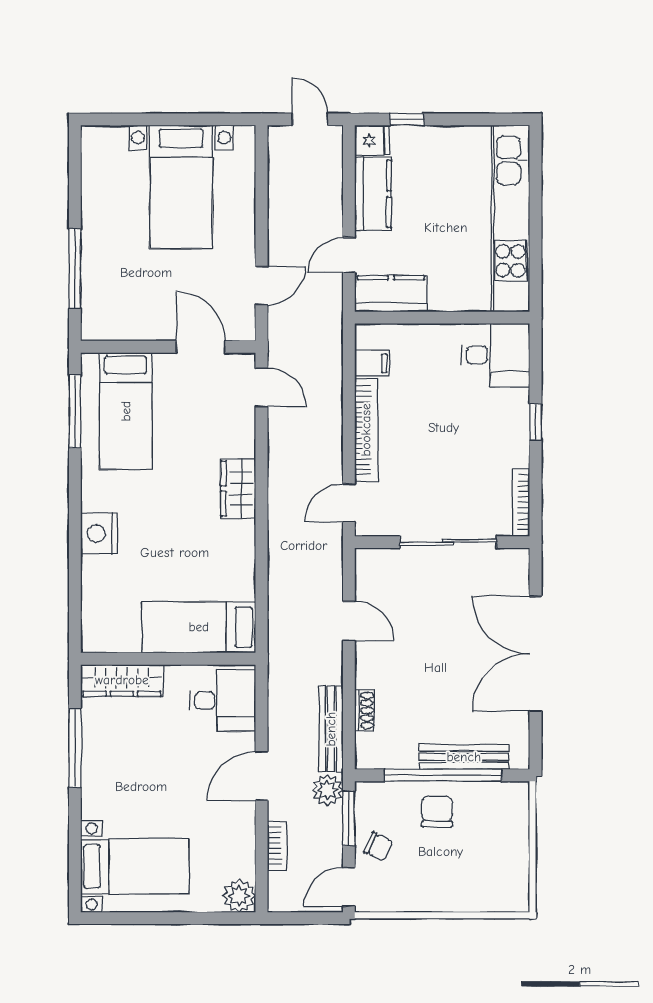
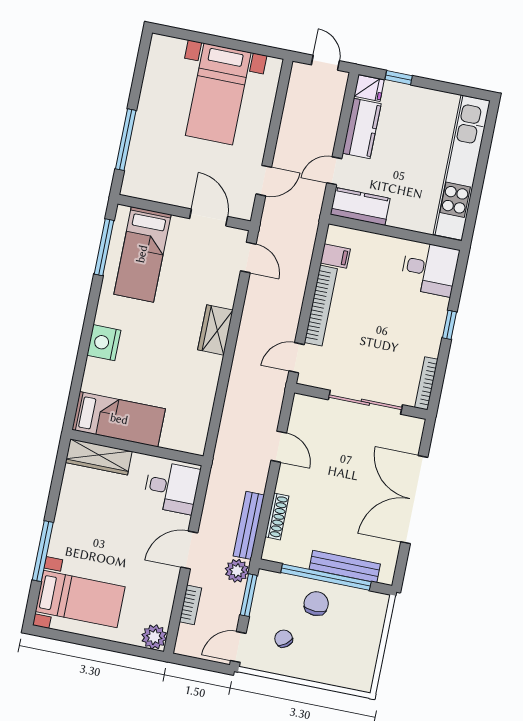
bed: (199, 627) -> (119, 419), moved, turned 180
shoe rack: (365, 711) -> (277, 516), width x1.43
window: (75, 748) -> (43, 551), moved
chair: (378, 847) -> (284, 639), moved, turned -153

